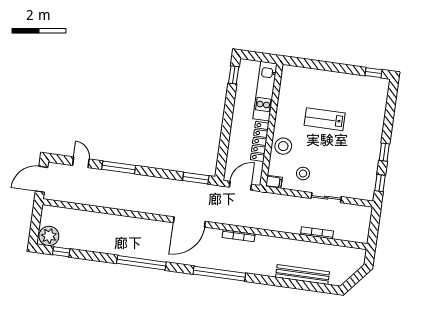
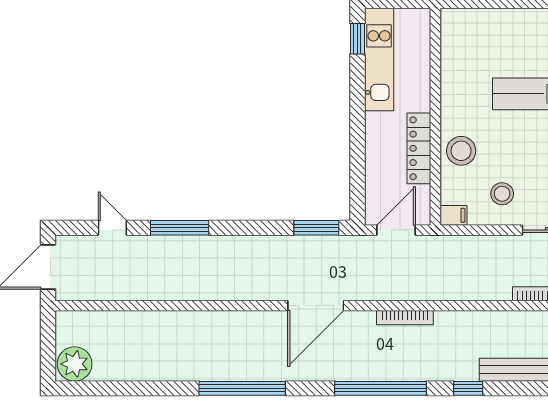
kitchen unit: (265, 91) -> (379, 60), moved, turned 180
window: (61, 252) -> (468, 388), moved

